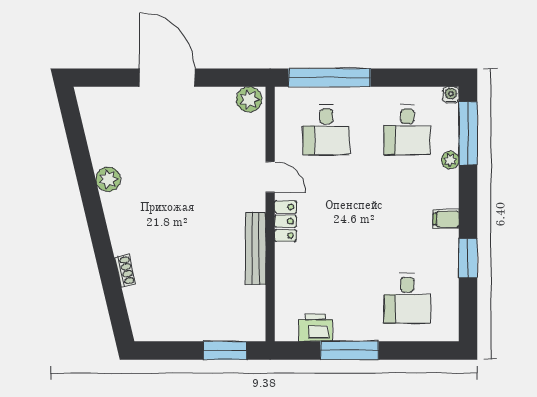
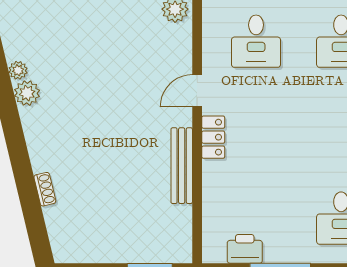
plant: (100, 158) -> (18, 70), added
door: (270, 177) -> (197, 91), swing flipped

